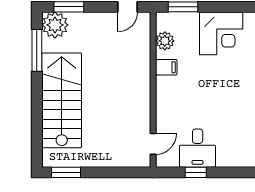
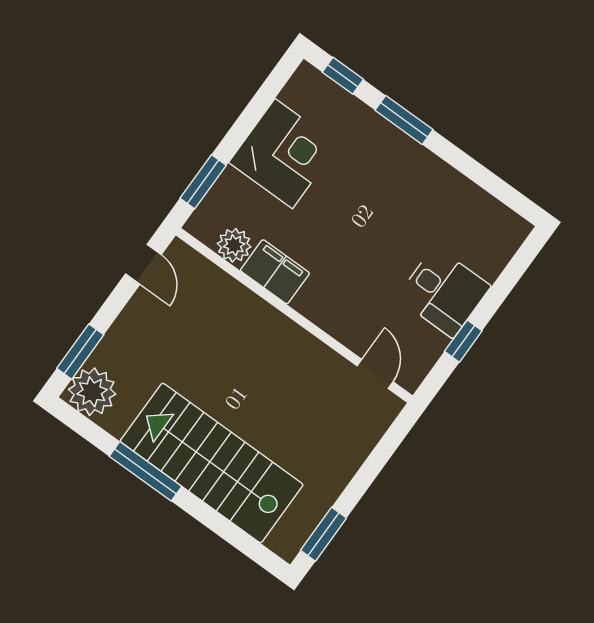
window: (37, 50) -> (145, 471), moved
filing cabinet: (166, 67) -> (275, 272), width x2.00
desk: (198, 148) -> (444, 292), moved

